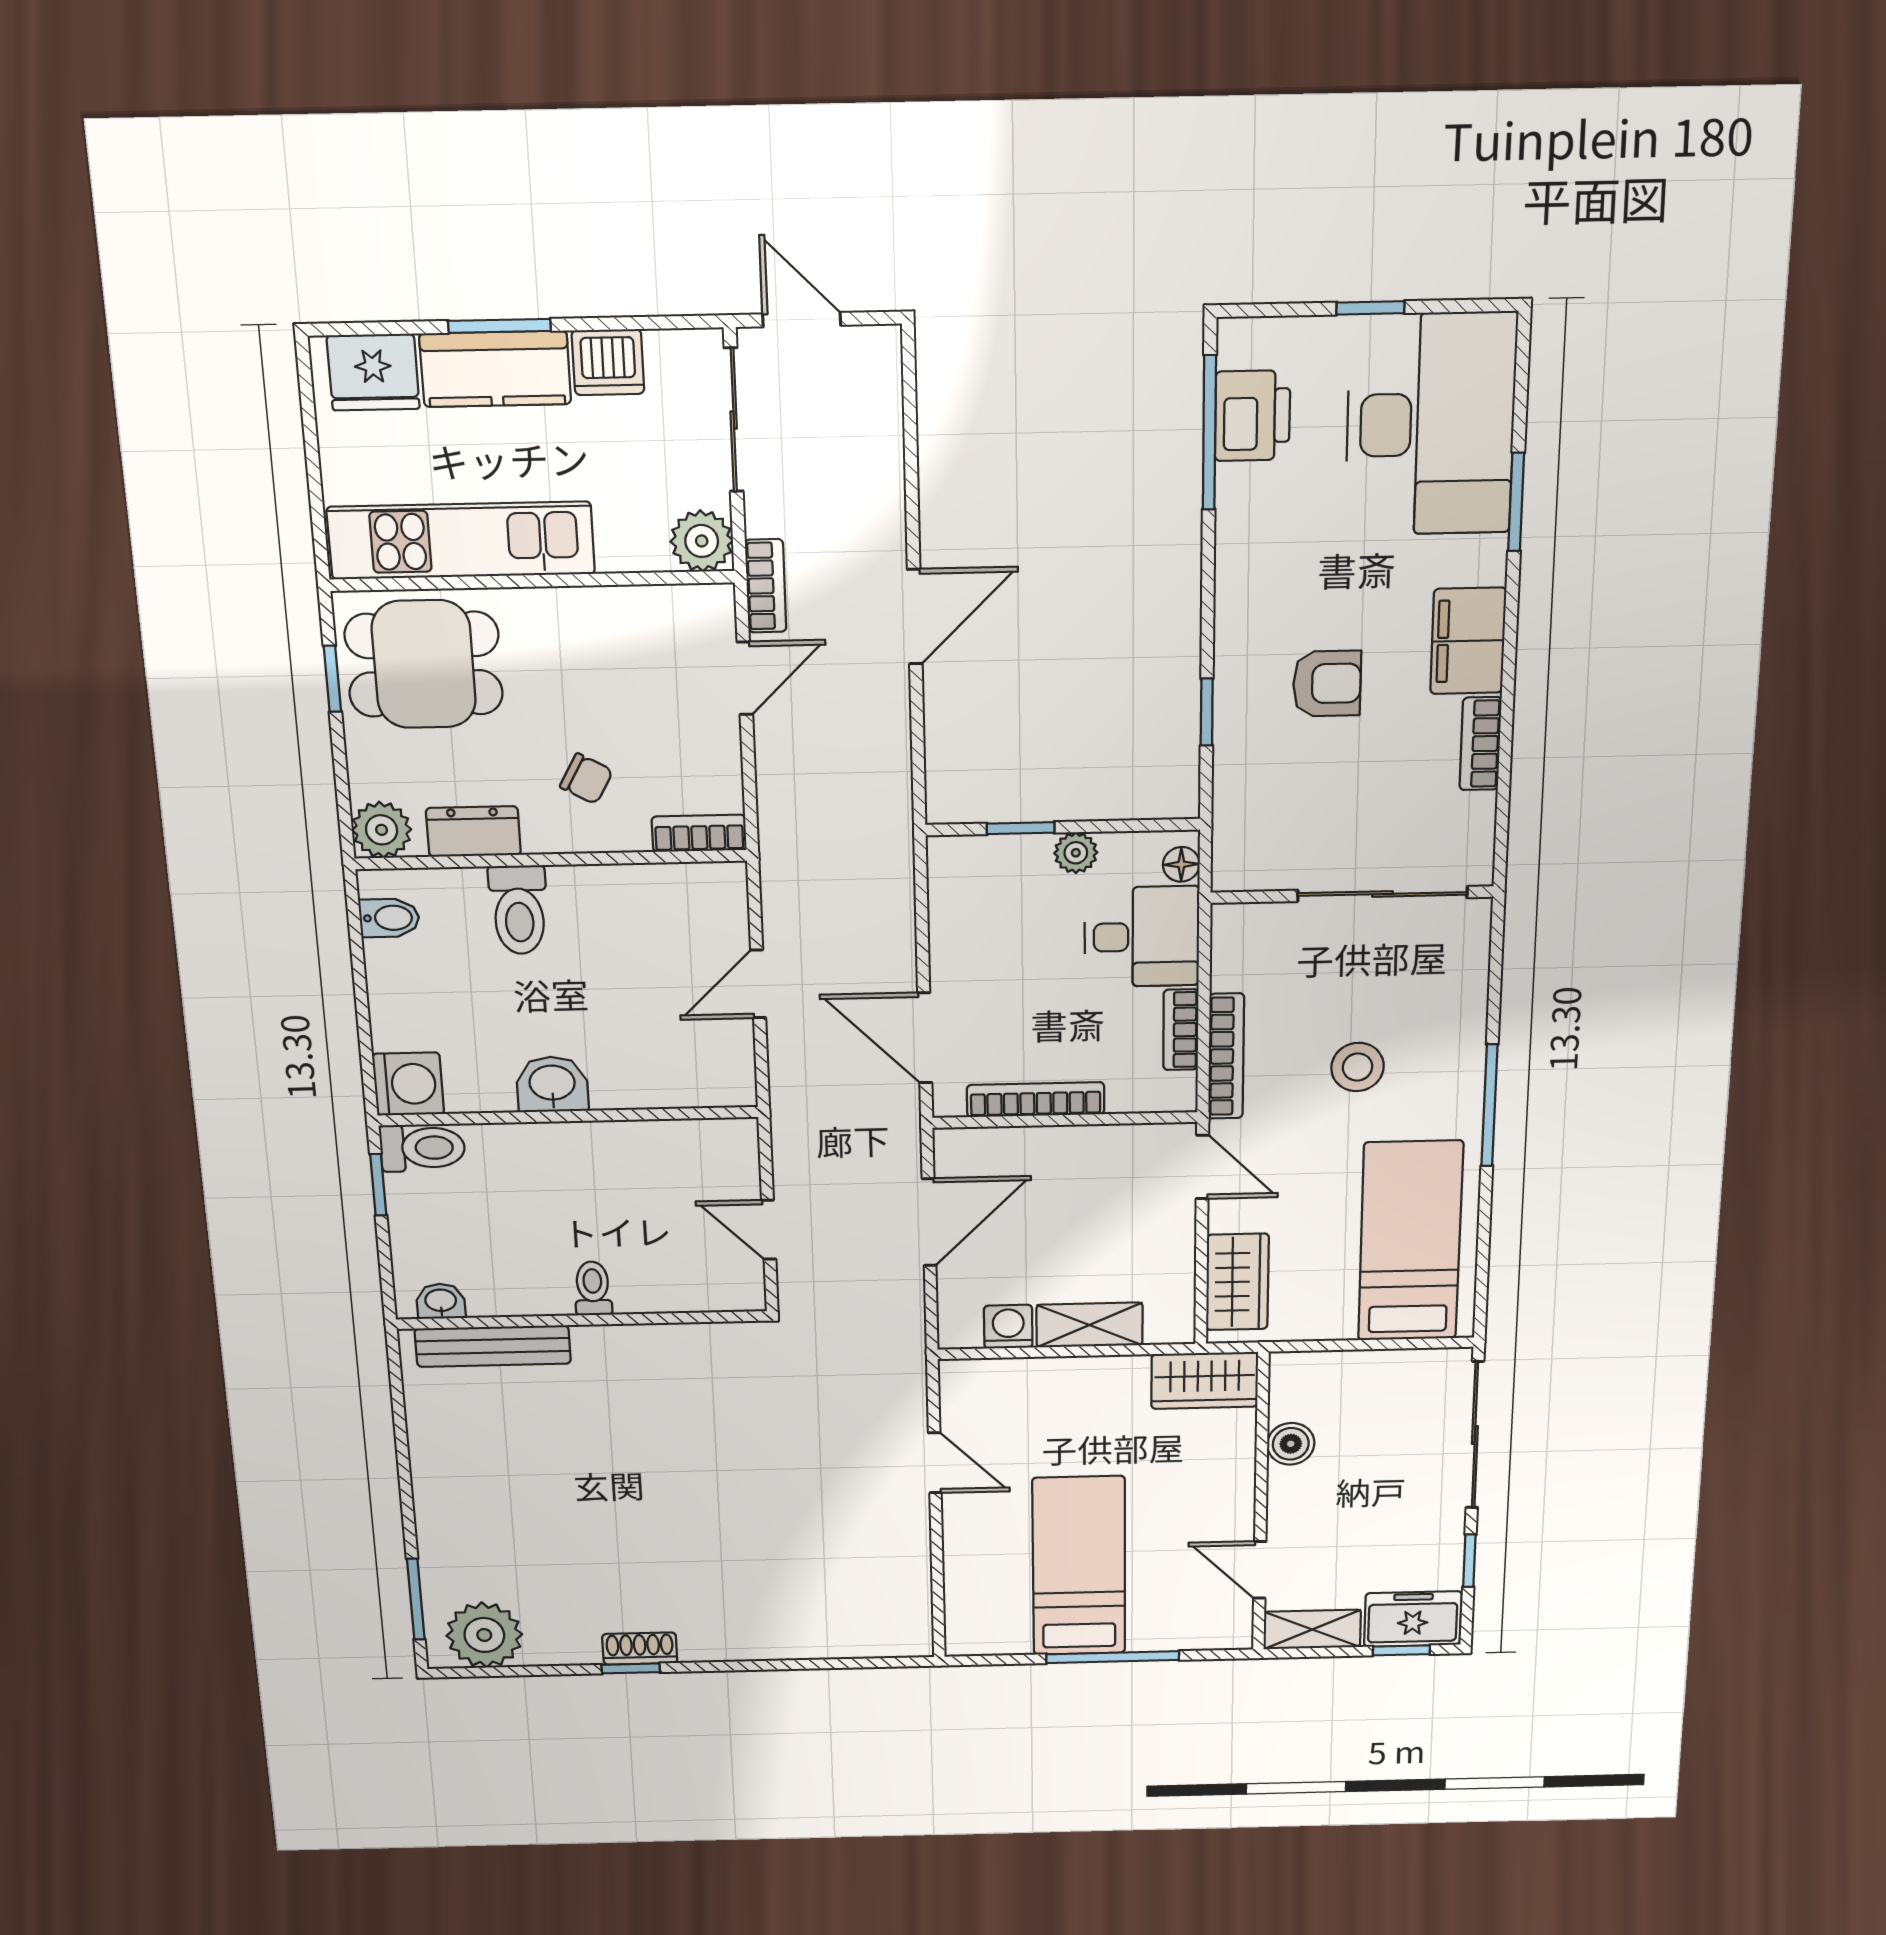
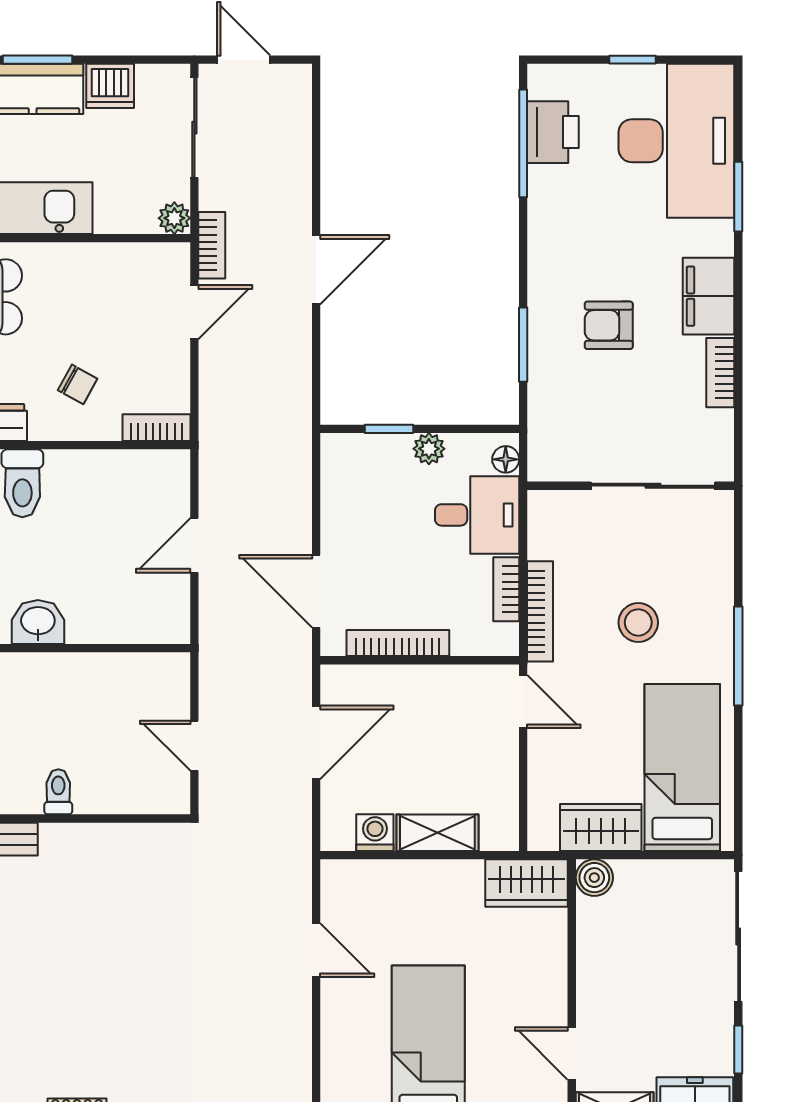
plant: (702, 541) -> (174, 218), width x0.73, depth x0.73
armchair: (1327, 684) -> (609, 325), turned 180
window: (1207, 712) -> (523, 345), width x1.50
wardrobe: (1237, 1282) -> (601, 827), moved, turned -90
boiler: (1291, 1444) -> (594, 878), moved

